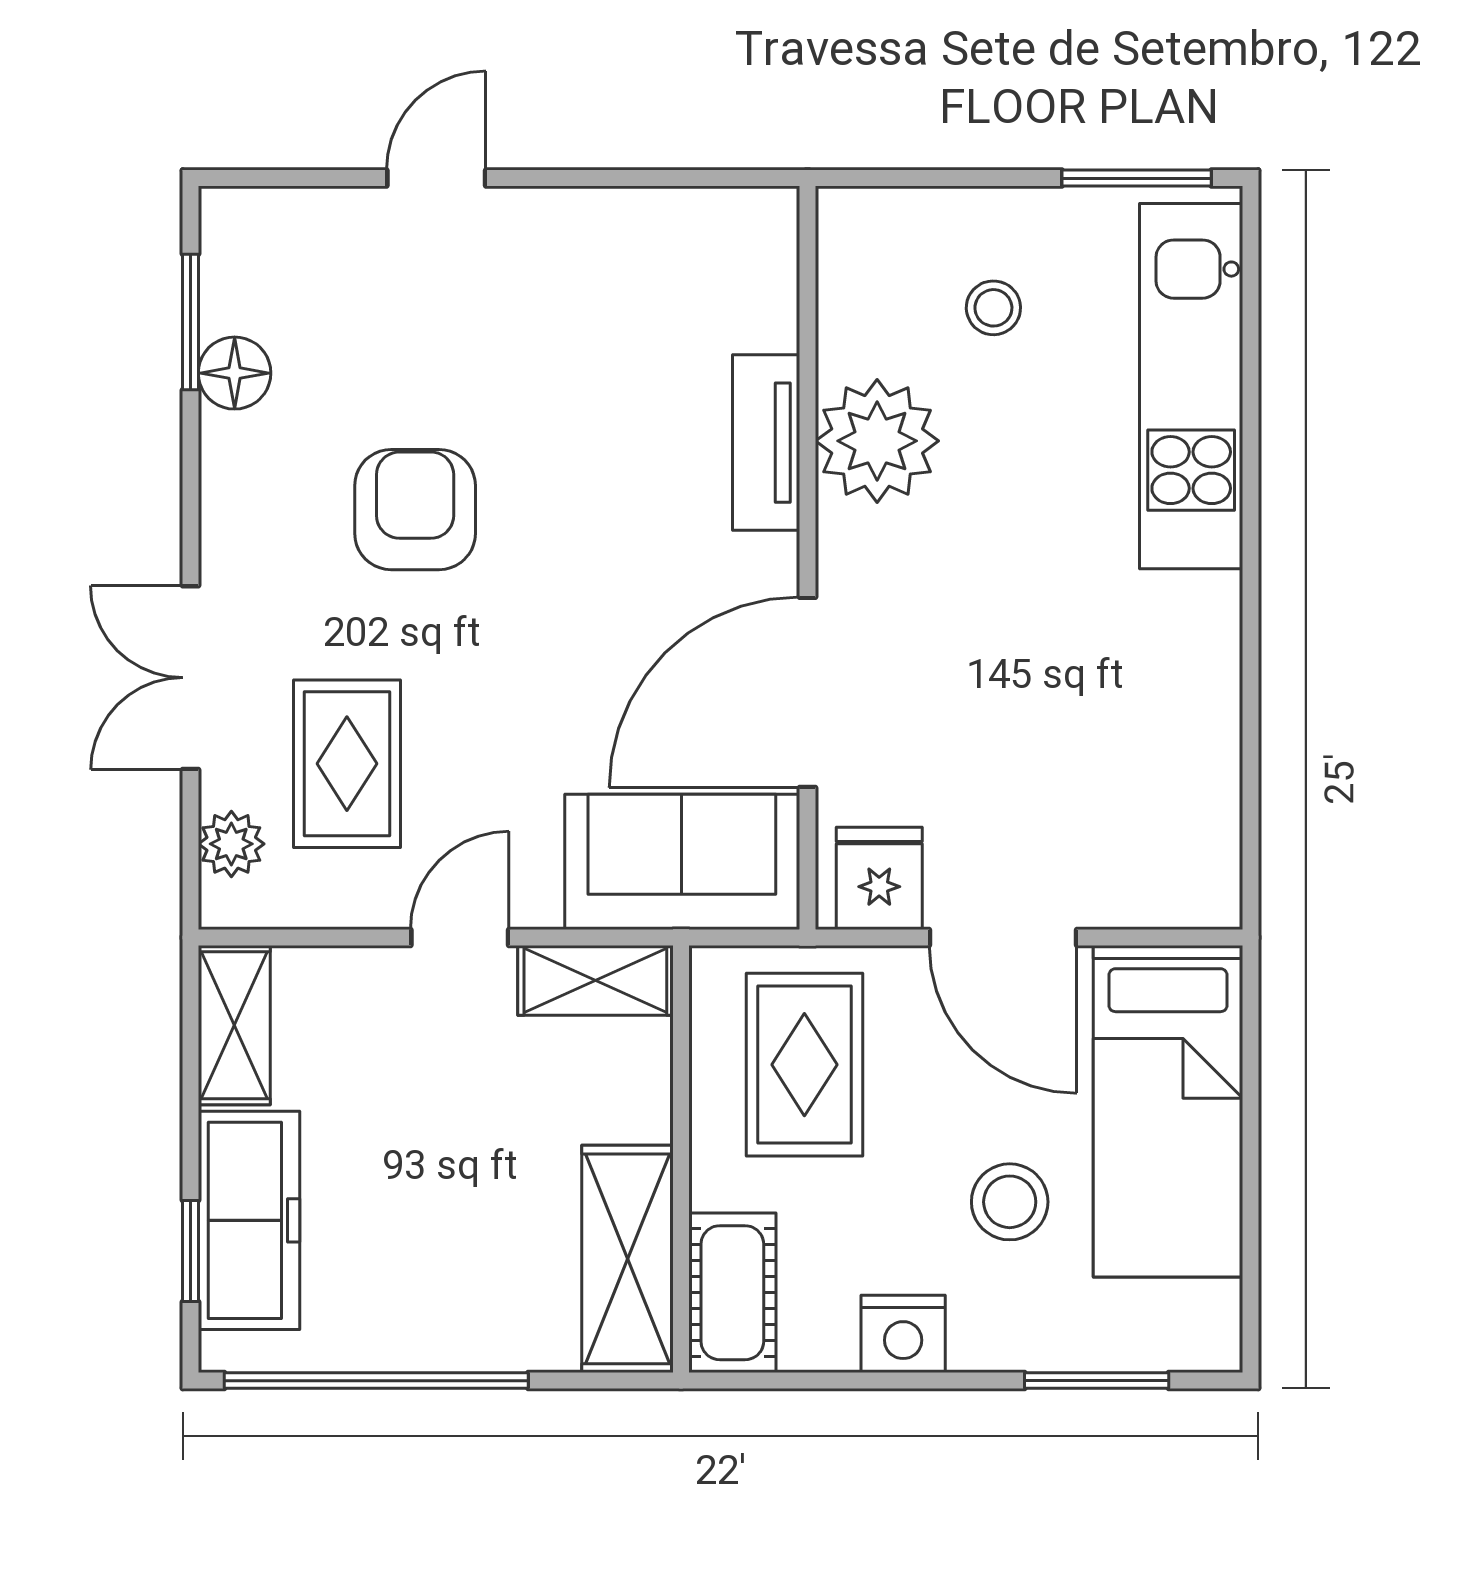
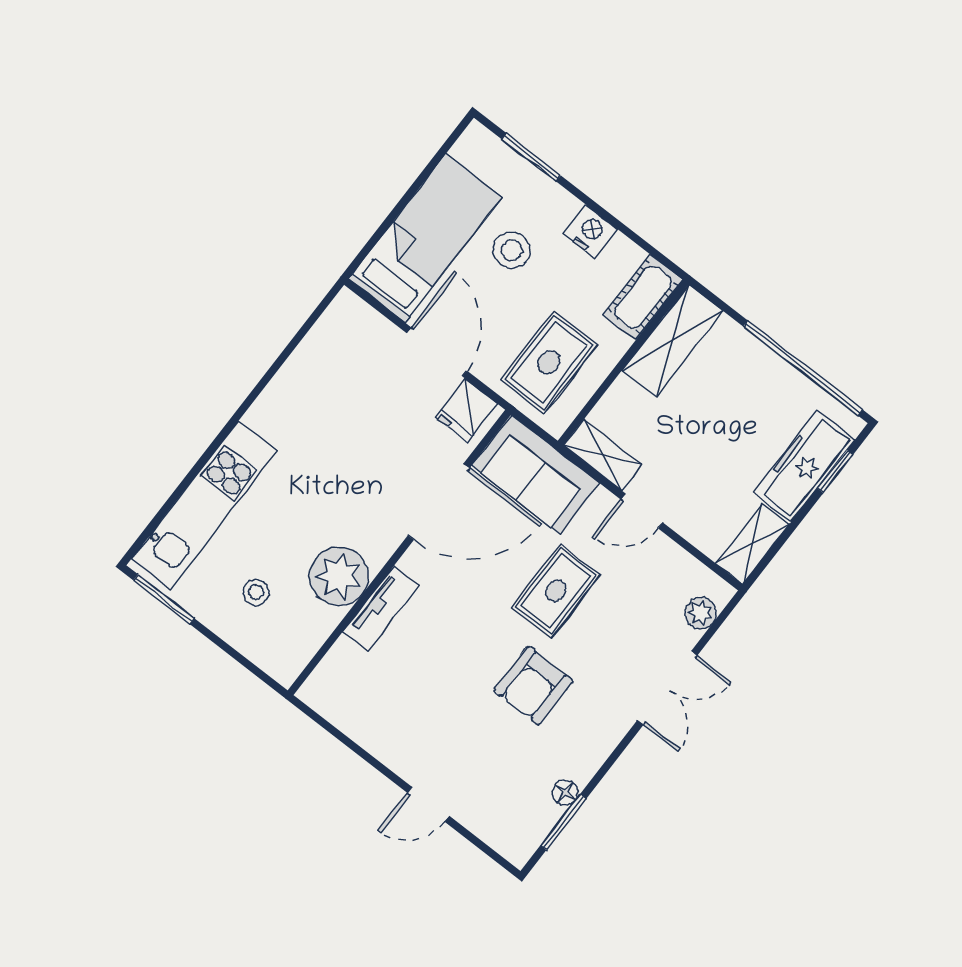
floor lamp: (235, 373) -> (565, 793), width x0.73, depth x0.73
rug: (347, 764) -> (556, 591), moved

